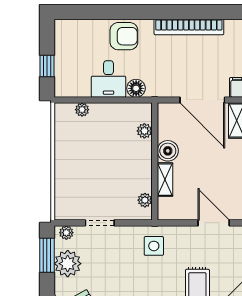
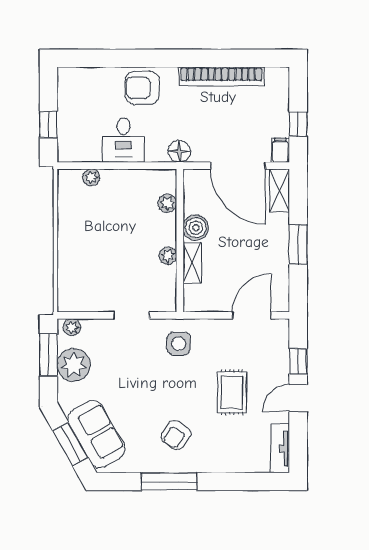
armchair: (124, 36) -> (142, 88), turned 180
floor lamp: (136, 88) -> (179, 151), moved
plant: (145, 200) -> (168, 256), moved
doorway: (100, 223) -> (132, 315), moved
door: (214, 223) -> (252, 315), hinge flipped

